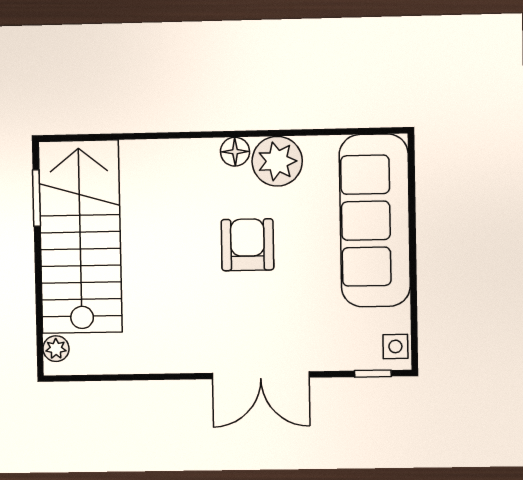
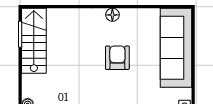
plant: (277, 161) -> (132, 20), removed
stairs: (80, 237) -> (34, 41), width x0.73, depth x0.66

